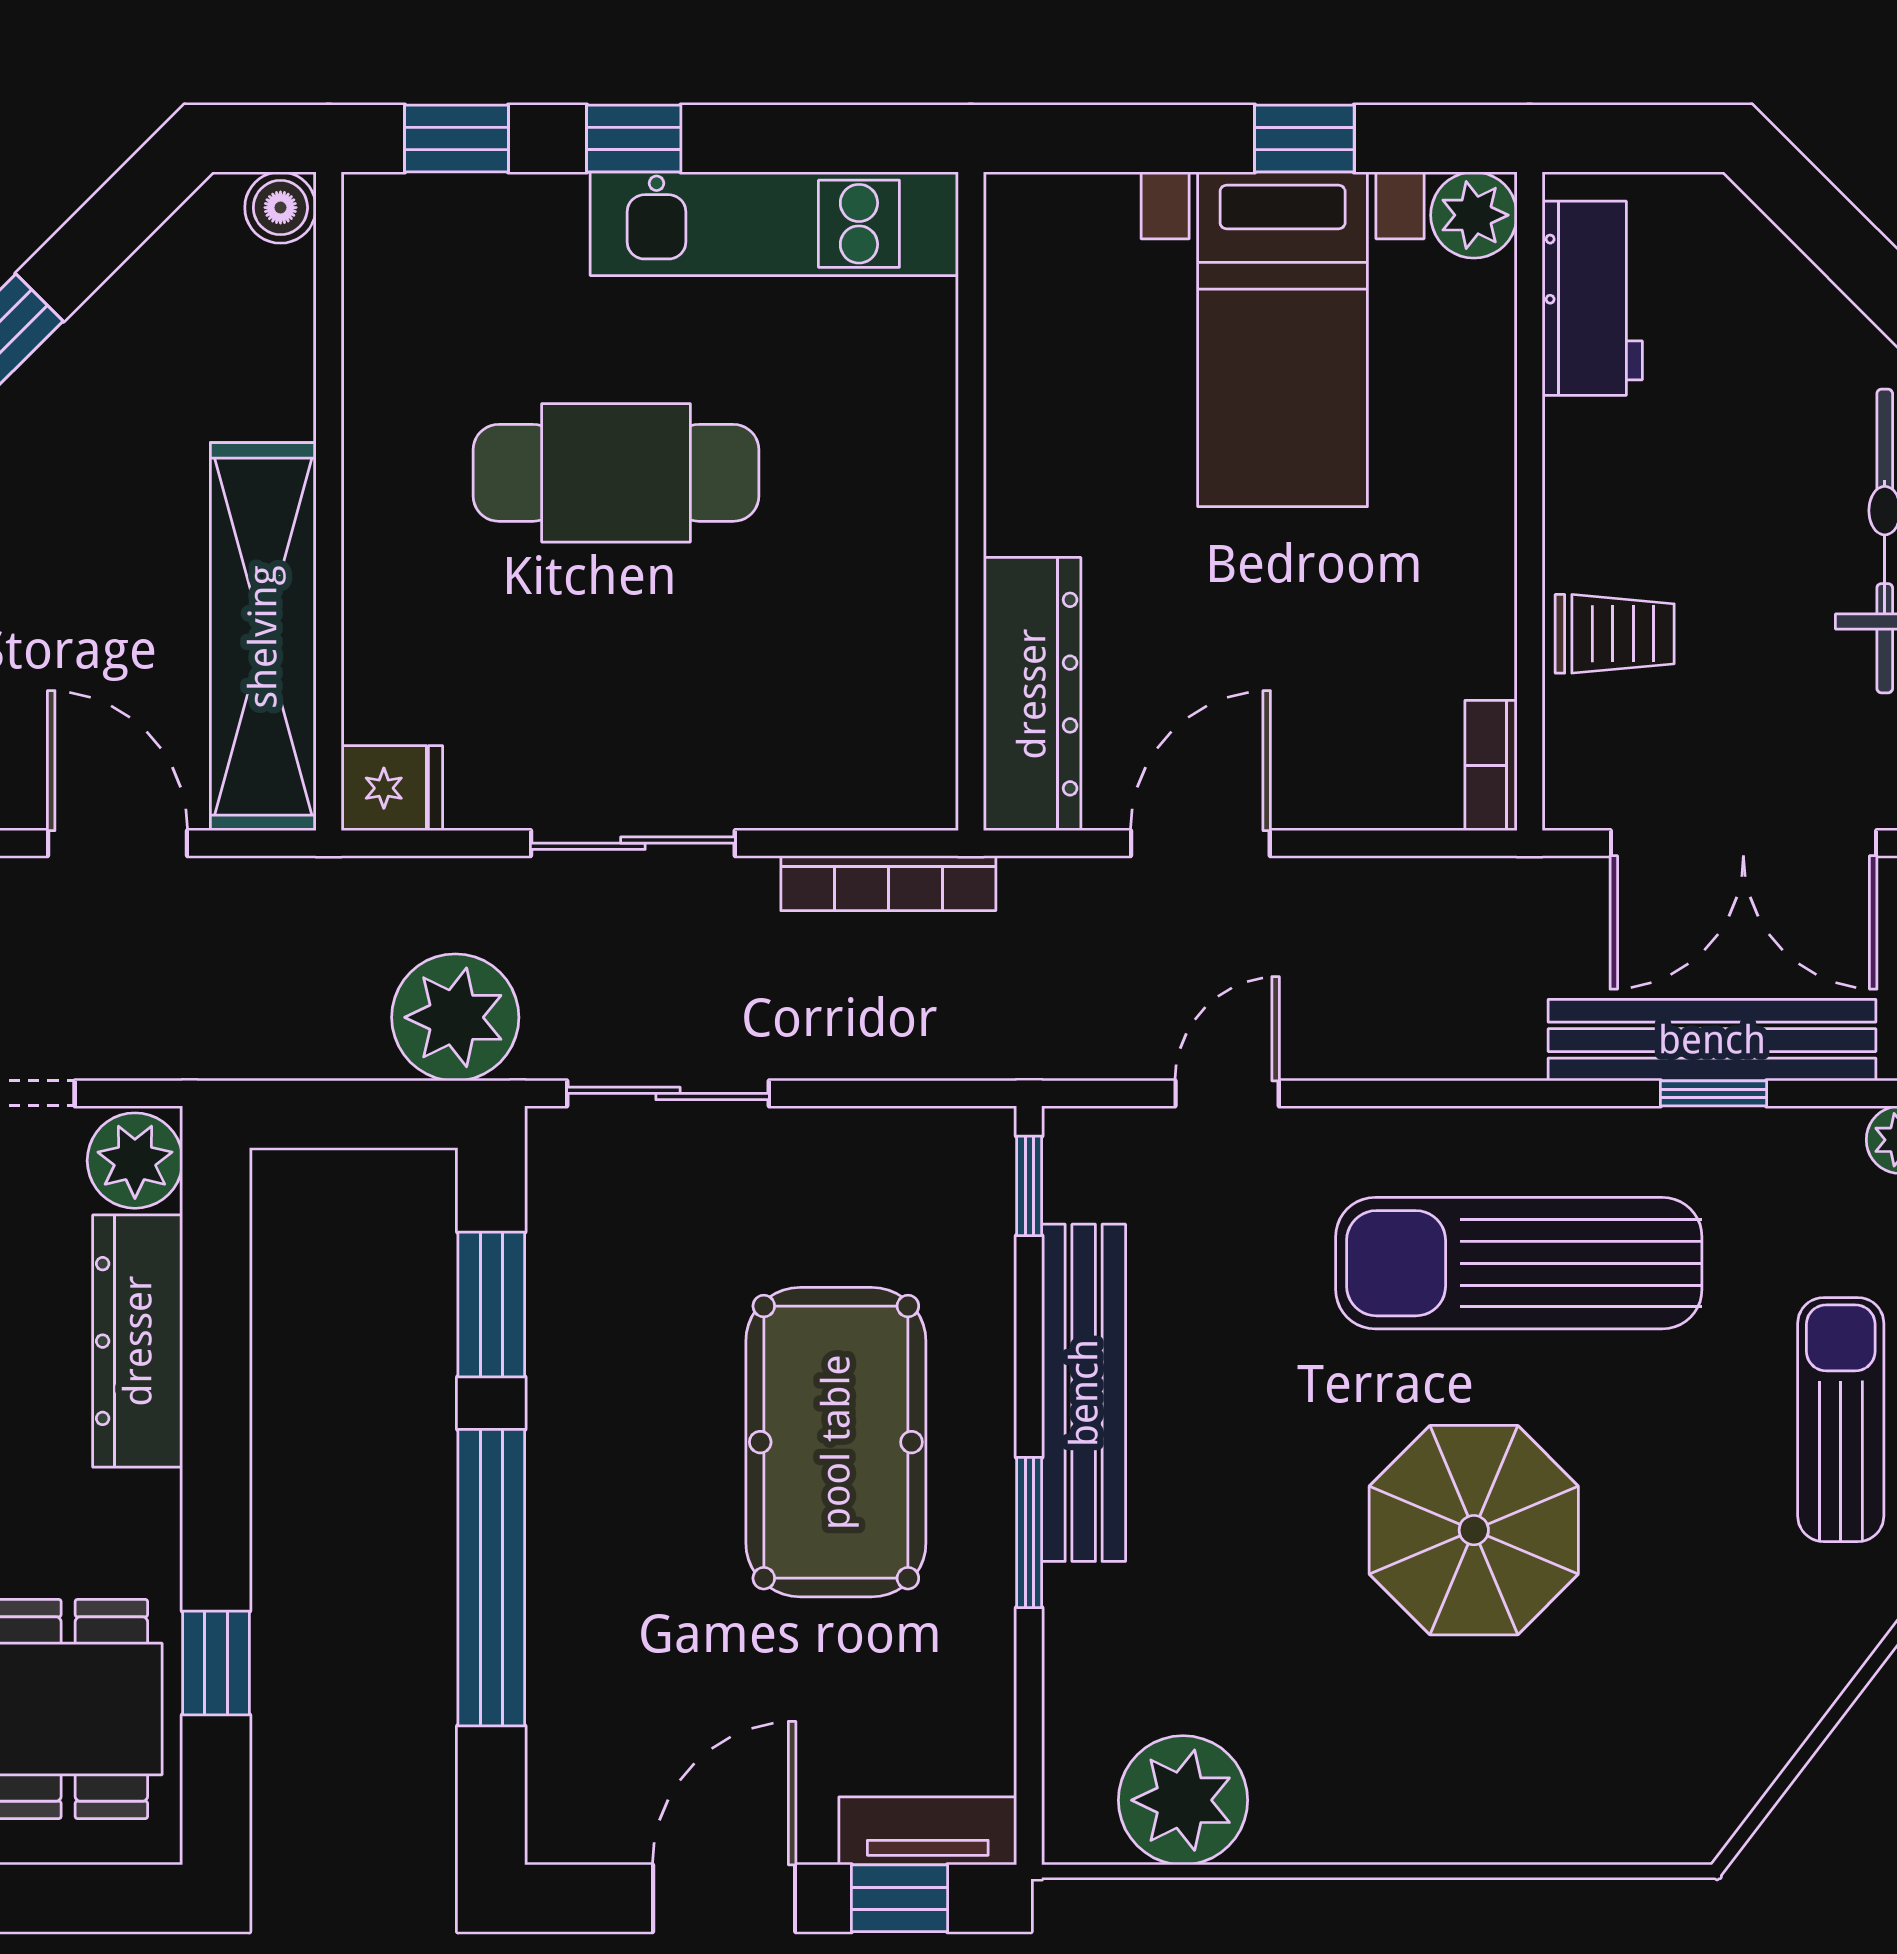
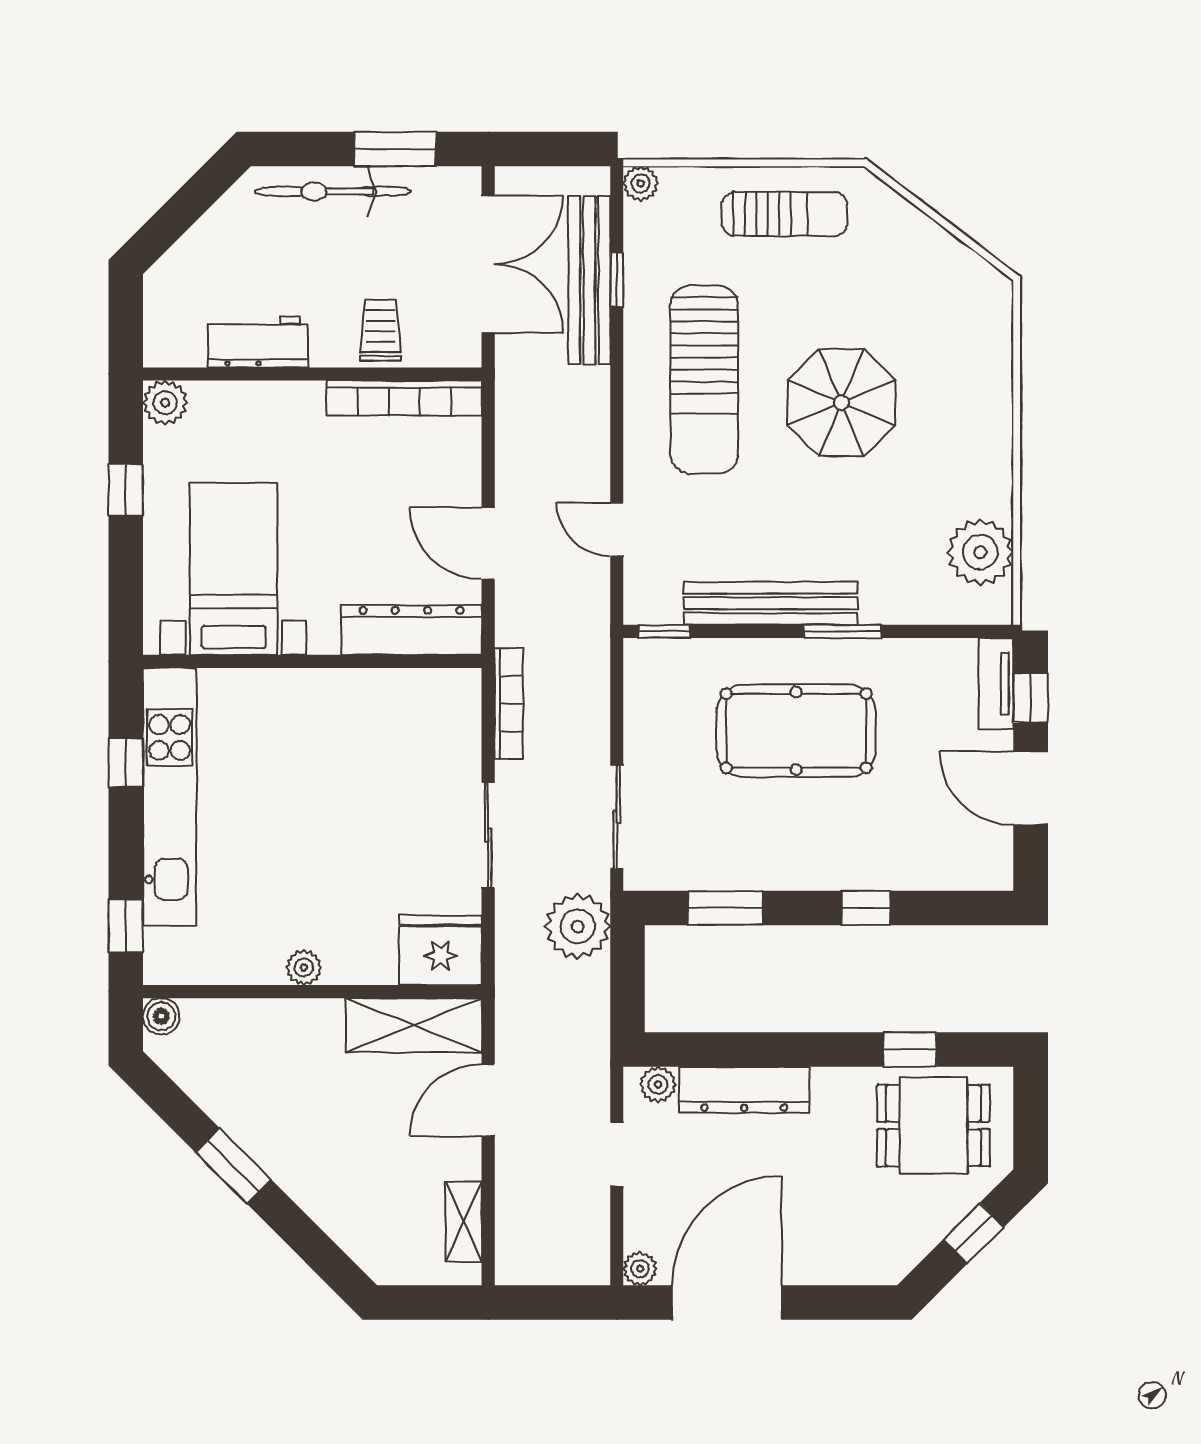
window: (634, 138) -> (126, 763), moved
kitchen unit: (774, 224) -> (170, 797), width x1.36
workbench: (1592, 298) -> (258, 342), moved
bed with nightstands: (1283, 339) -> (234, 569), moved, turned -90
cafe table: (616, 473) -> (298, 844), removed
plant: (375, 485) -> (304, 968), added
shelving: (263, 637) -> (414, 1025), width x0.68
bookcase: (1491, 766) -> (404, 398), width x2.31, depth x1.31
fridge: (392, 788) -> (440, 950), width x1.88, depth x1.34
plant: (135, 1161) -> (658, 1084), width x0.73, depth x0.73
sun lounger: (1841, 1420) -> (785, 214), turned 180
window: (491, 1578) -> (866, 908), width x0.32

